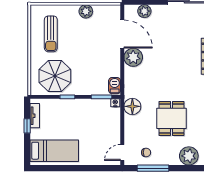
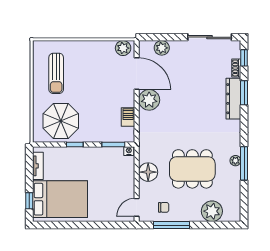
plant: (86, 11) -> (123, 48), moved
barbecue: (115, 86) -> (128, 117), moved
floor lamp: (132, 106) -> (148, 172), moved
dining table: (171, 118) -> (192, 169), width x1.38
window: (27, 126) -> (29, 201), moved
bed: (54, 151) -> (60, 199), width x1.50

